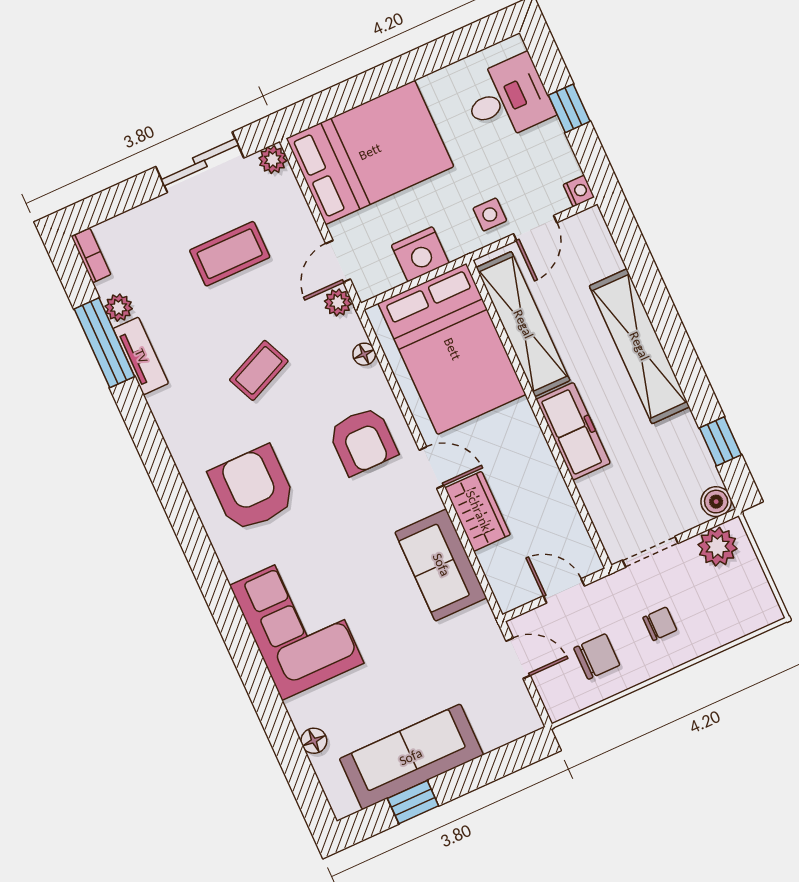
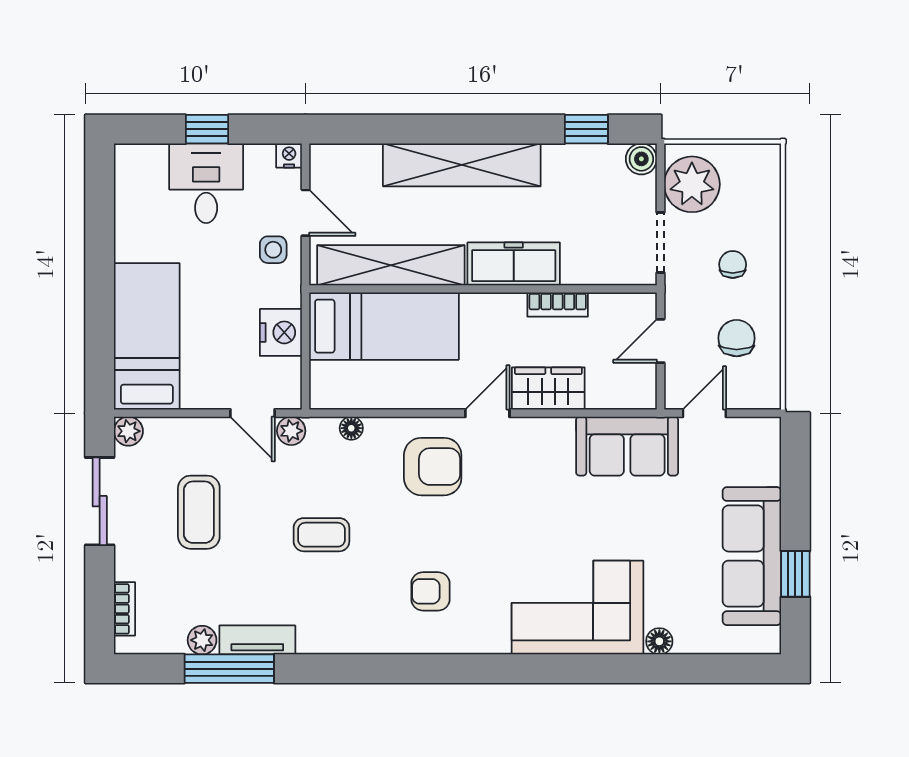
desk: (508, 98) -> (206, 183), moved
bed: (370, 152) -> (147, 336), width x0.67
bookcase: (91, 256) -> (125, 609), moved, turned 90
bed: (452, 349) -> (384, 326), width x0.67
coffee table: (259, 370) -> (321, 535), turned -66
bookcase: (555, 486) -> (558, 305), added
armchair: (252, 489) -> (430, 591), width x0.53, depth x0.53
plant: (718, 547) -> (692, 184), width x1.36, depth x1.36
sofa: (441, 565) -> (627, 446), moved
floor lamp: (314, 741) -> (659, 641), moved

